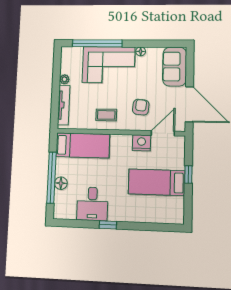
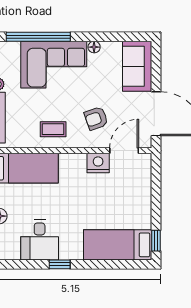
armchair: (141, 107) -> (96, 118), turned -115
window: (188, 174) -> (156, 241), moved
bed: (157, 182) -> (118, 245), moved

